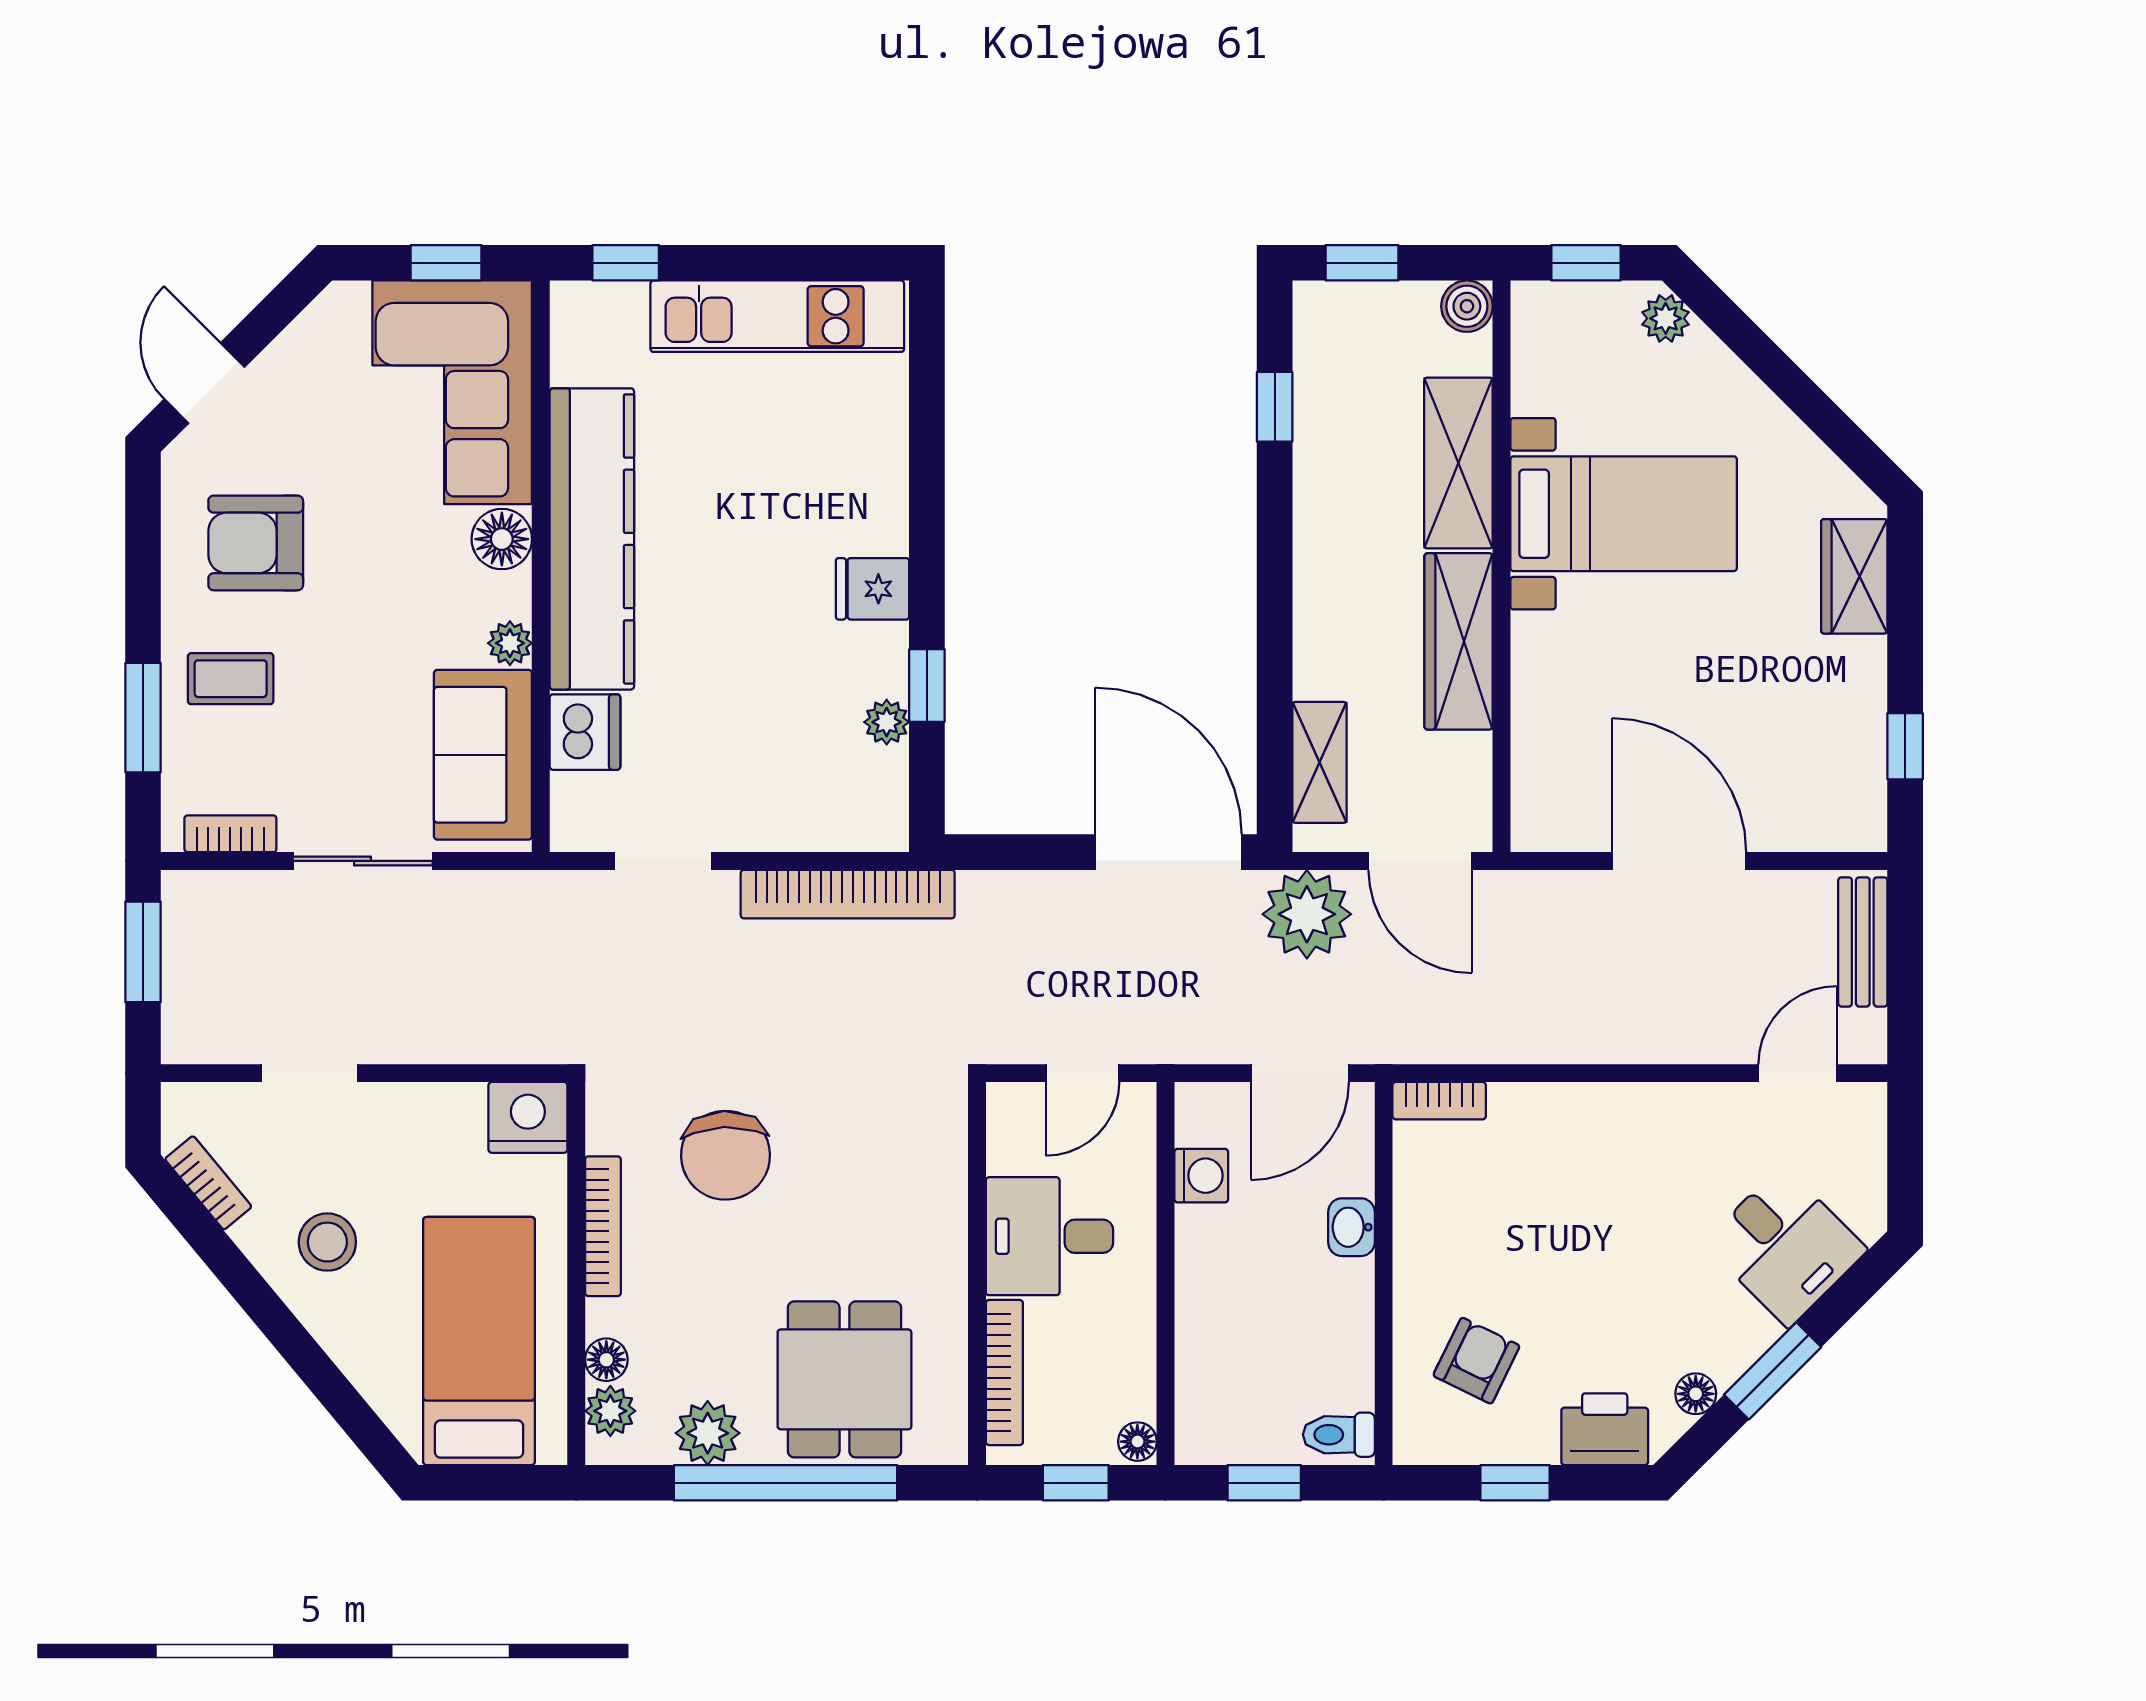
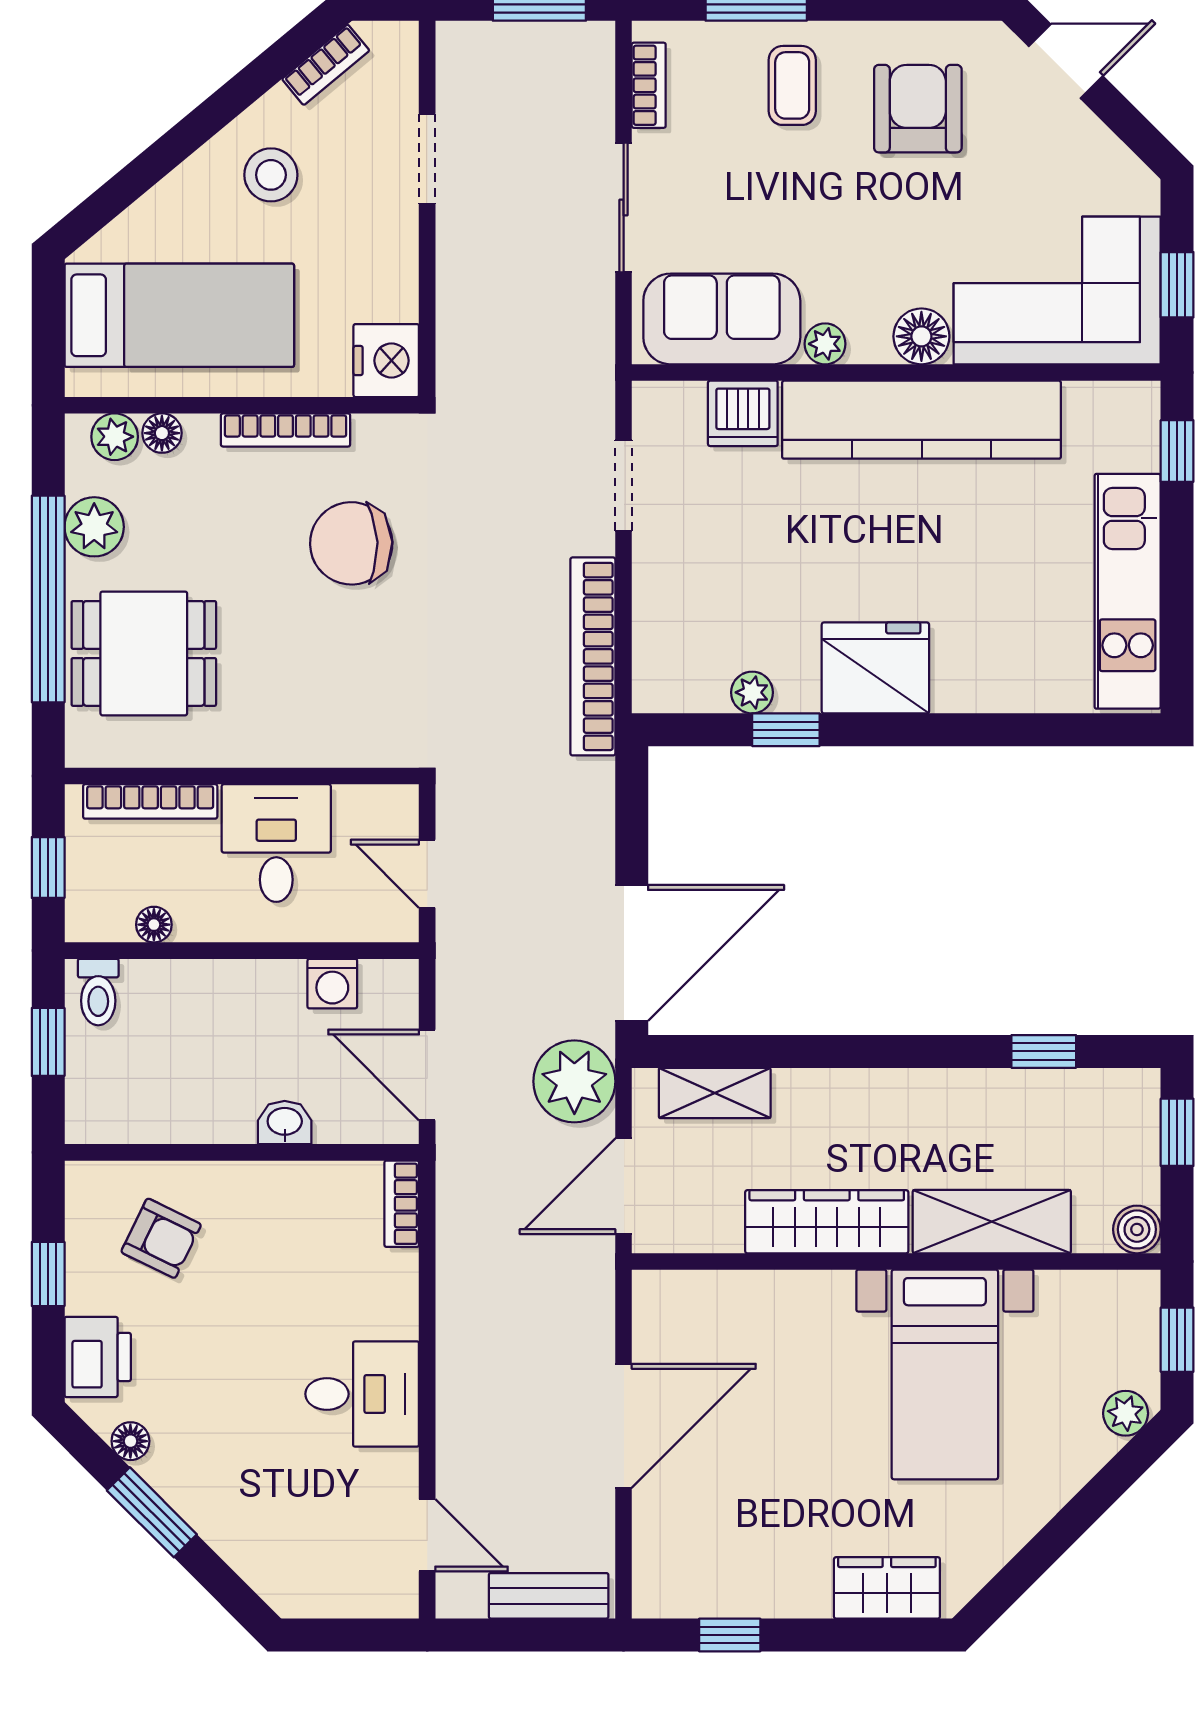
fridge: (872, 589) -> (875, 668), width x1.88, depth x1.34
desk: (1785, 1246) -> (362, 1394), moved, turned -135
toilet: (1339, 1435) -> (98, 992), moved, turned 180
floor lamp: (1137, 1442) -> (154, 925), moved

